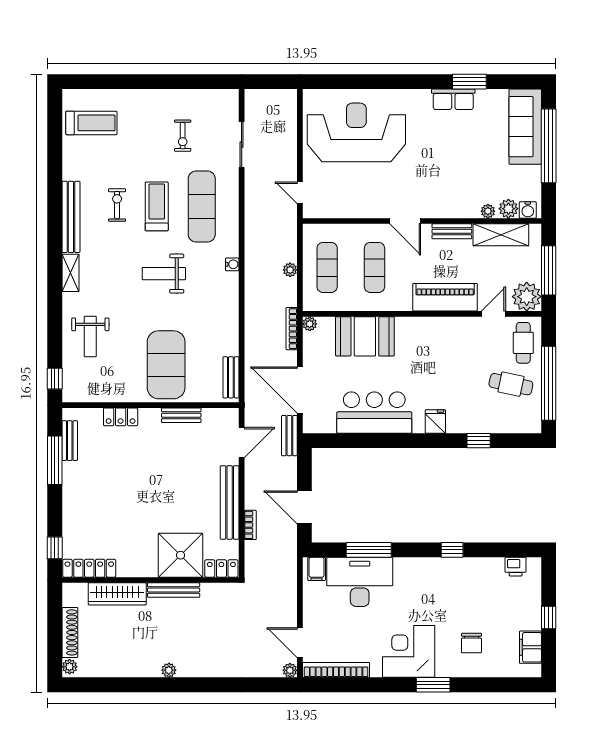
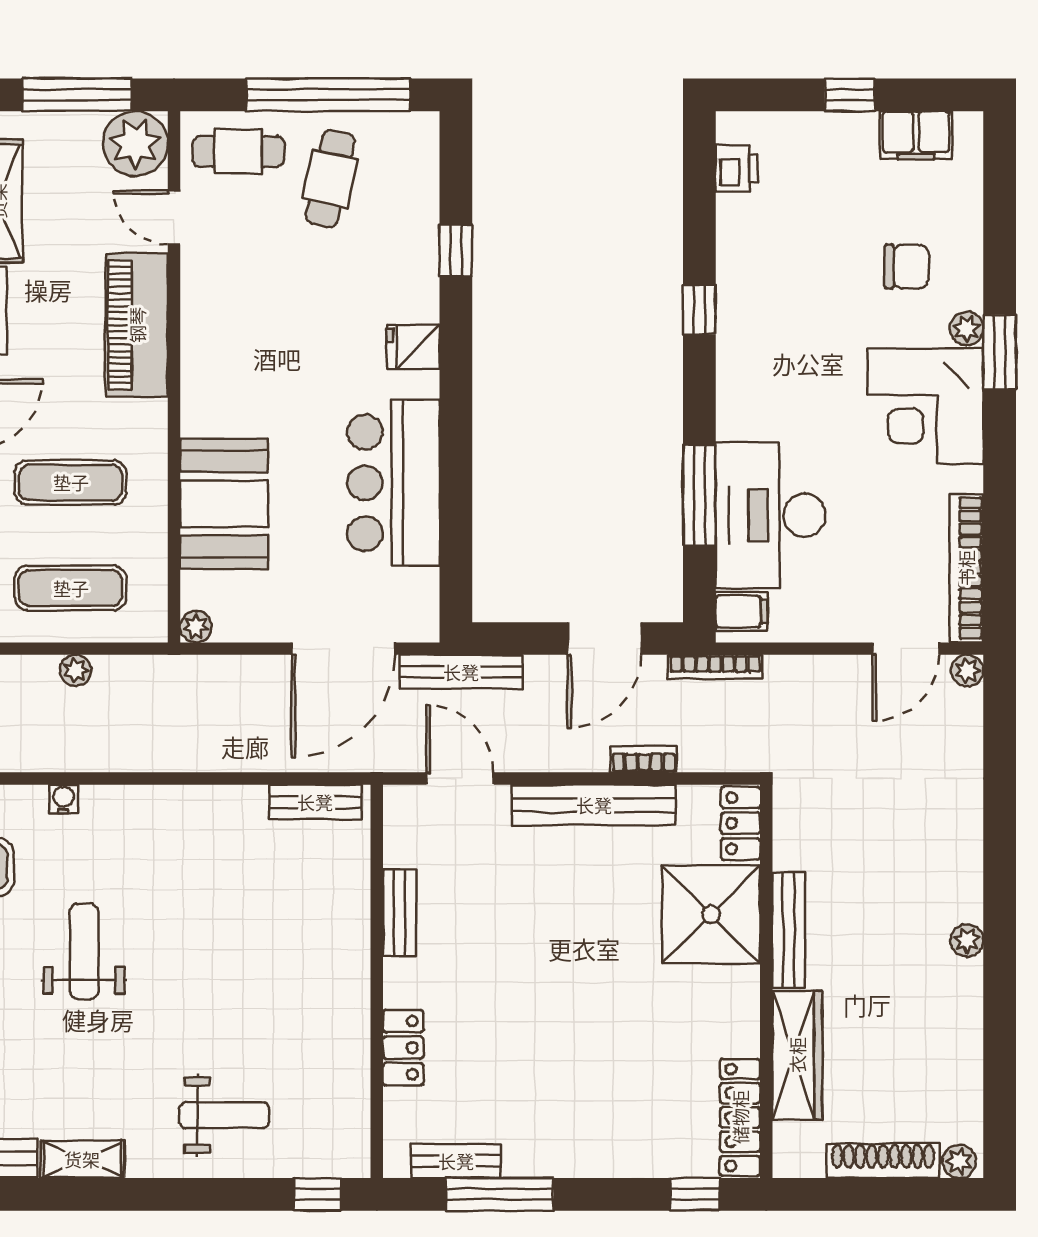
weight bench: (164, 274) -> (84, 951), turned 180
bookcase: (292, 329) -> (715, 667), moved
exercise mat: (166, 365) -> (287, 946), removed
bench: (289, 436) -> (461, 672), width x1.36
plant: (444, 670) -> (967, 328), added

